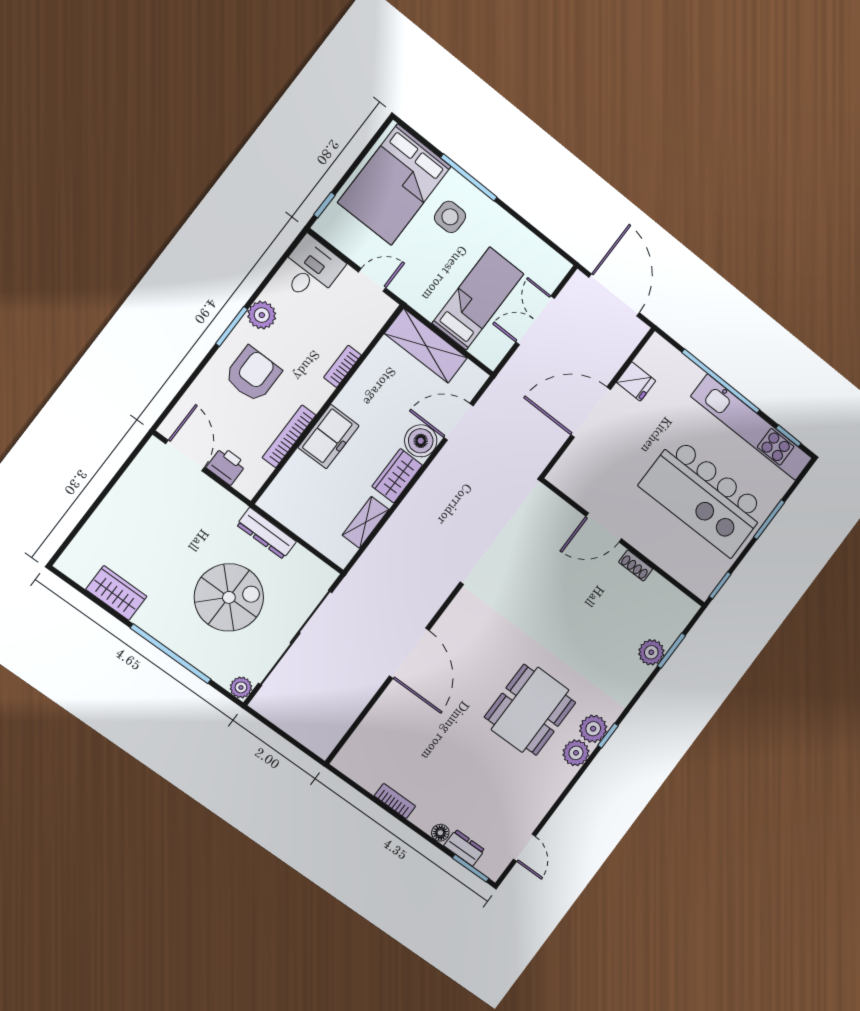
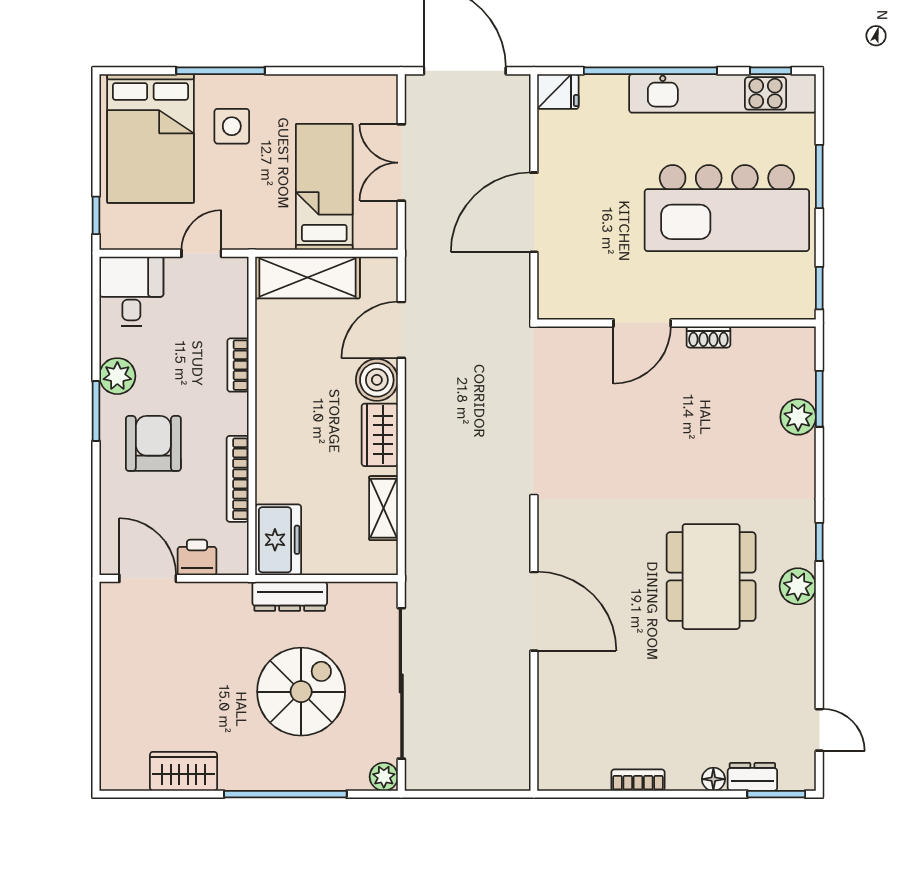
fridge: (636, 382) -> (558, 92), moved
freezer: (329, 437) -> (278, 540), moved
plant: (593, 729) -> (797, 546), removed

